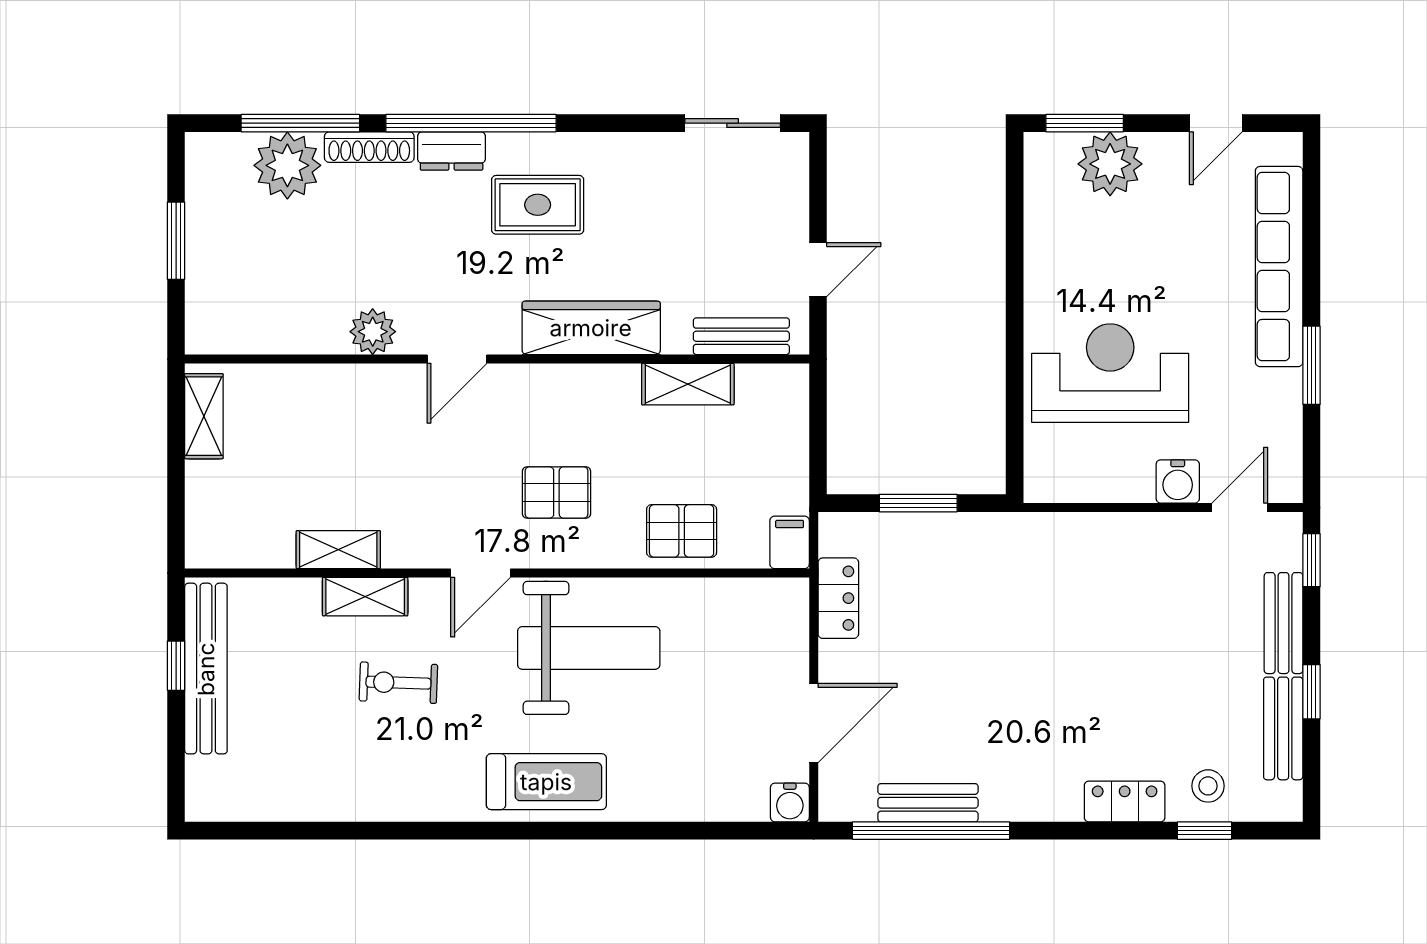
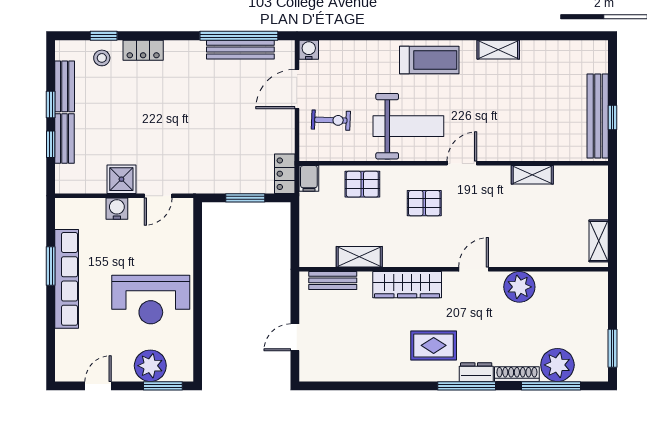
window: (471, 123) -> (467, 386), width x0.68
sliding door: (733, 123) -> (337, 386), removed
window: (176, 241) -> (613, 348), moved
row of seats: (1279, 267) -> (67, 279), moved
door: (818, 270) -> (295, 337), moved
plant: (373, 332) -> (519, 287), width x1.36, depth x1.36
reception desk: (1110, 373) -> (151, 300), moved
door: (1240, 507) -> (158, 196), moved
shower: (1168, 541) -> (121, 179), added
window: (1312, 560) -> (51, 144), moved
shelving: (365, 597) -> (498, 50), moved
locker: (838, 598) -> (285, 174), moved
weight bench: (589, 648) -> (408, 126), turned 180
exercise bike: (398, 683) -> (331, 120), moved
treadmill: (546, 782) -> (429, 60), turned 180
bench: (928, 803) -> (240, 50), width x1.36

